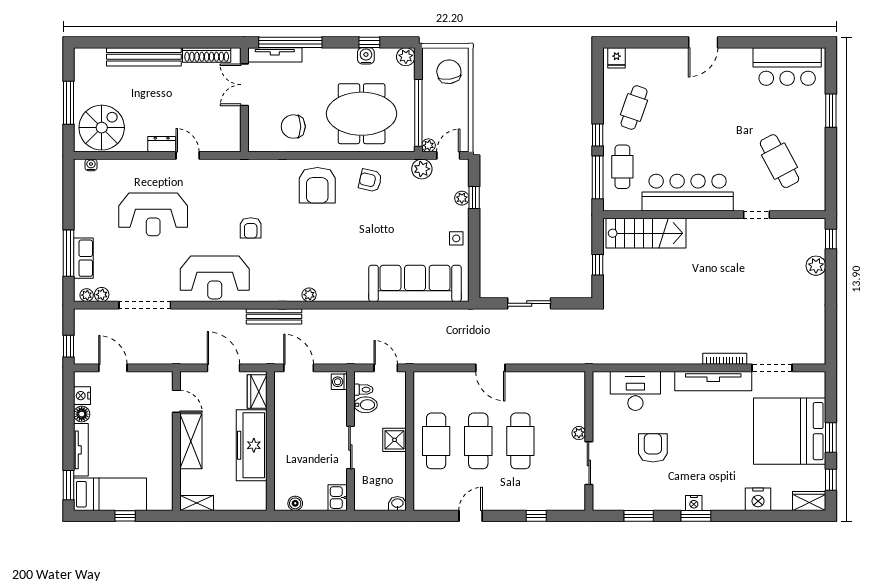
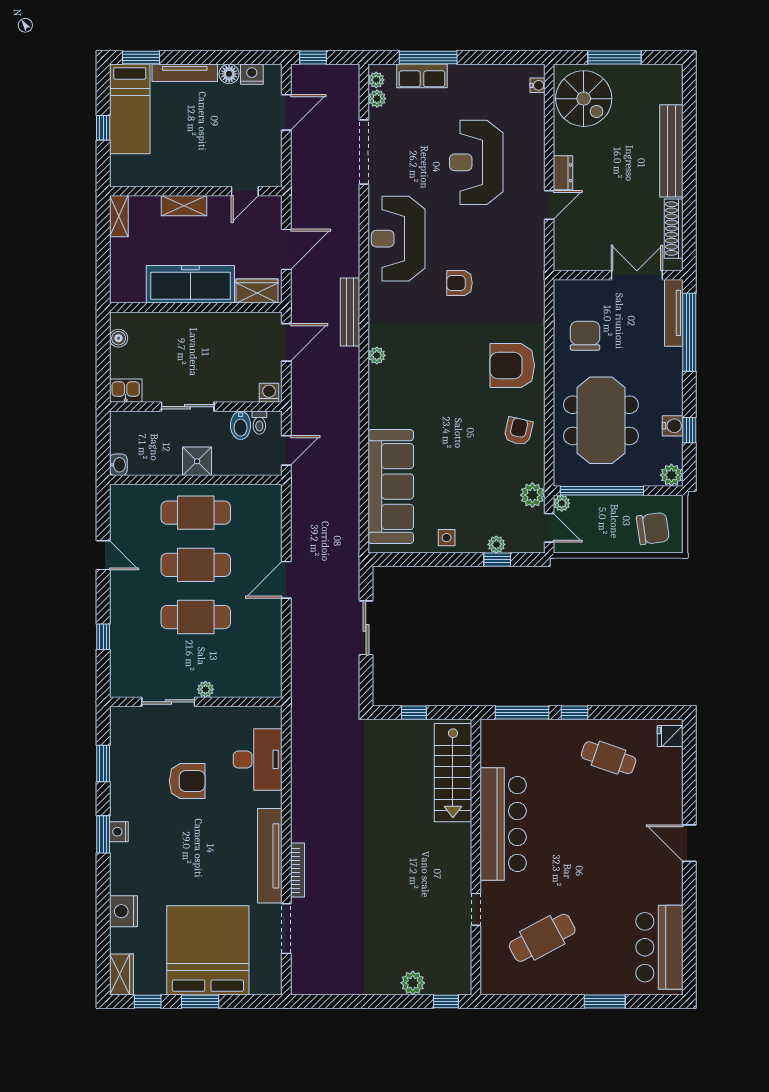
cafe table: (622, 167) -> (535, 743), removed
shelving: (191, 441) -> (184, 206), width x0.67, depth x0.75

